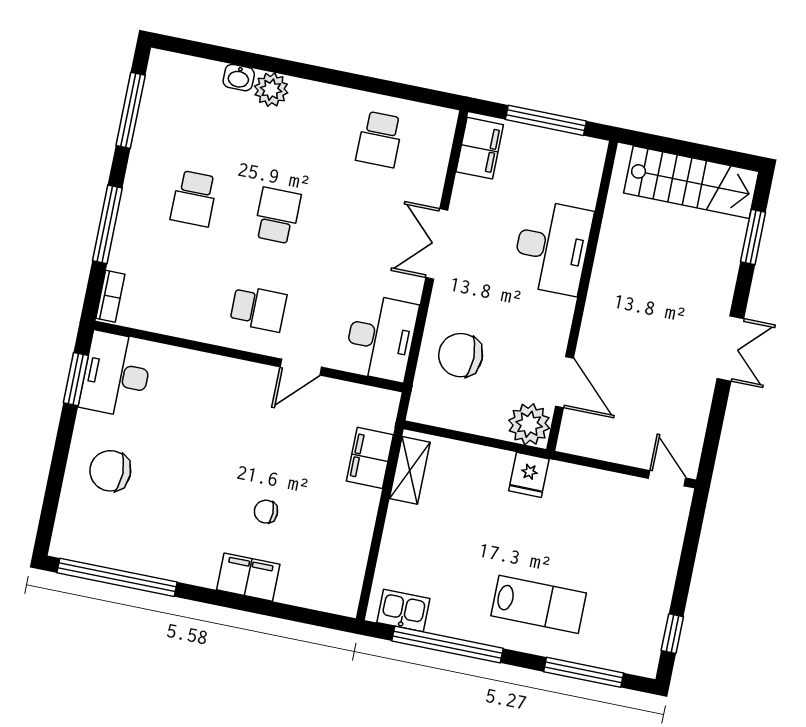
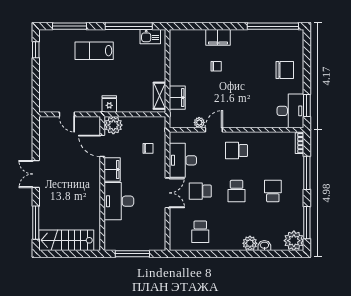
plant: (169, 75) -> (294, 241), added
school desk: (380, 139) -> (200, 232), turned 180
filing cabinet: (480, 148) -> (112, 170), moved, turned 180
school desk: (361, 232) -> (200, 191), added
window: (753, 237) -> (36, 223), width x1.44
desk: (381, 338) -> (183, 160), moved
chair: (461, 355) -> (148, 148), width x0.54, depth x0.54
plant: (331, 390) -> (199, 122), added
door: (667, 478) -> (67, 114), moved

